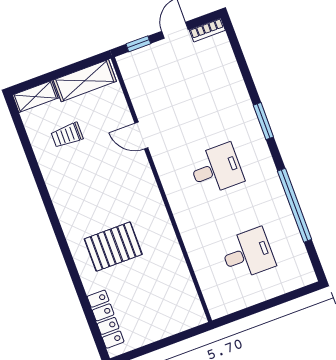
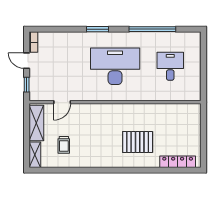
door: (141, 135) -> (62, 102), moved
desk: (216, 169) -> (115, 66), width x1.87, depth x1.30
pallet: (113, 247) -> (138, 142), turned 90

